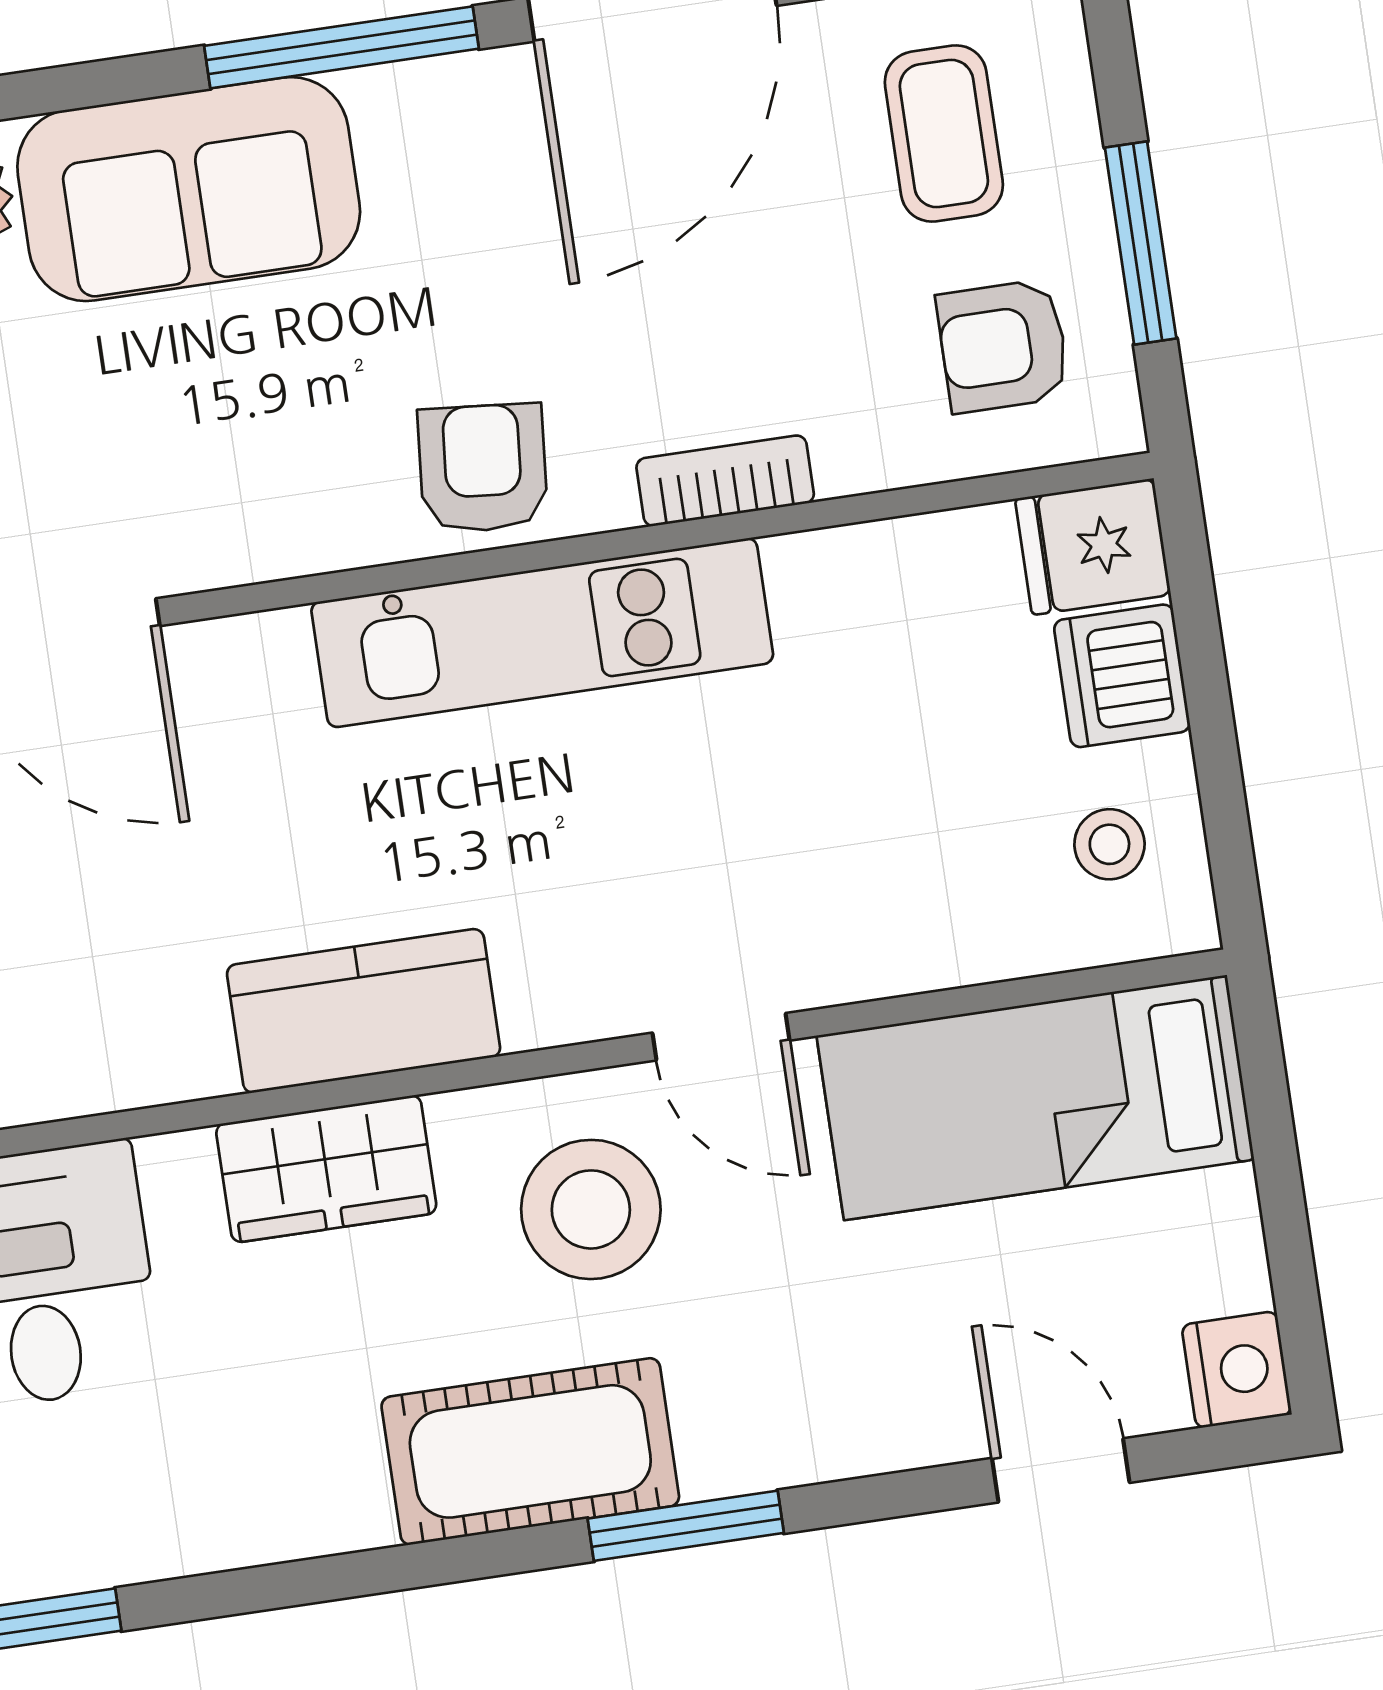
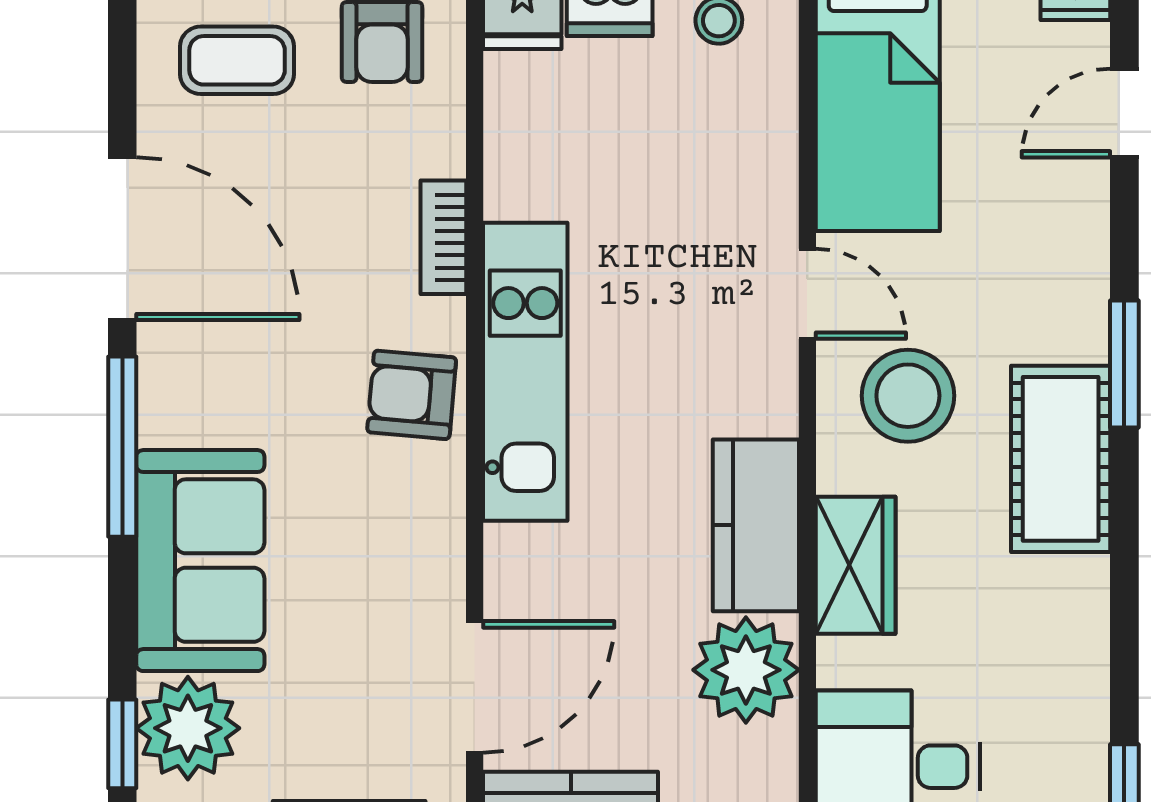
plant: (146, 1028) -> (746, 670), added
door: (721, 1037) -> (807, 294), hinge flipped

